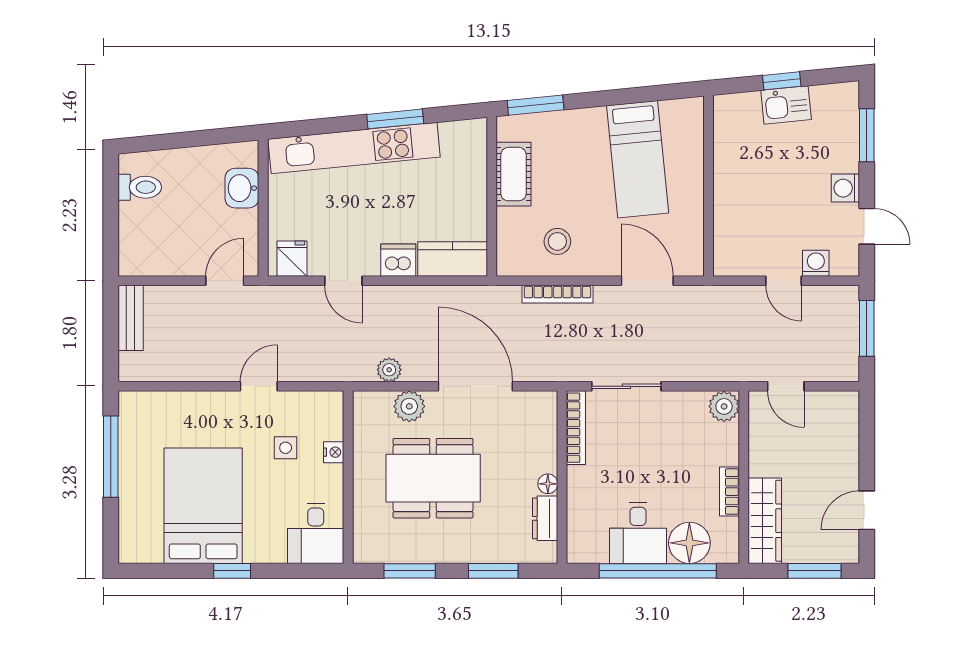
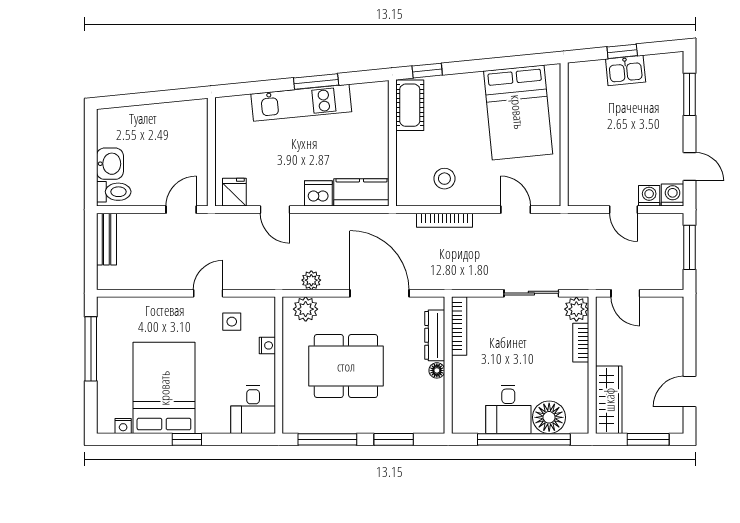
window: (536, 105) -> (427, 71), width x0.67
kitchen unit: (354, 148) -> (301, 103), width x0.73
bed: (638, 159) -> (518, 112), width x1.50
cot: (514, 174) -> (410, 105), moved
toilet: (140, 187) -> (114, 192), moved
washbasin: (242, 188) -> (110, 164), moved, turned 180
washing machine: (845, 188) -> (673, 195), moved, turned 90
door: (647, 281) -> (516, 210), width x0.73
sliding door: (626, 386) -> (531, 293), moved
plant: (409, 406) -> (306, 309), moved
side table: (286, 448) -> (232, 322), moved
bookcase: (730, 492) -> (581, 343), moved
dresser: (545, 518) -> (435, 335), moved, width x1.44
nightstand: (152, 554) -> (123, 426), added
window: (410, 571) -> (327, 439), width x1.44

